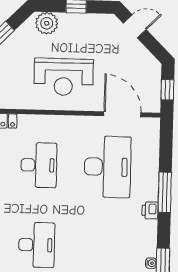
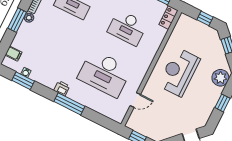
door: (122, 114) -> (135, 100), width x0.53

